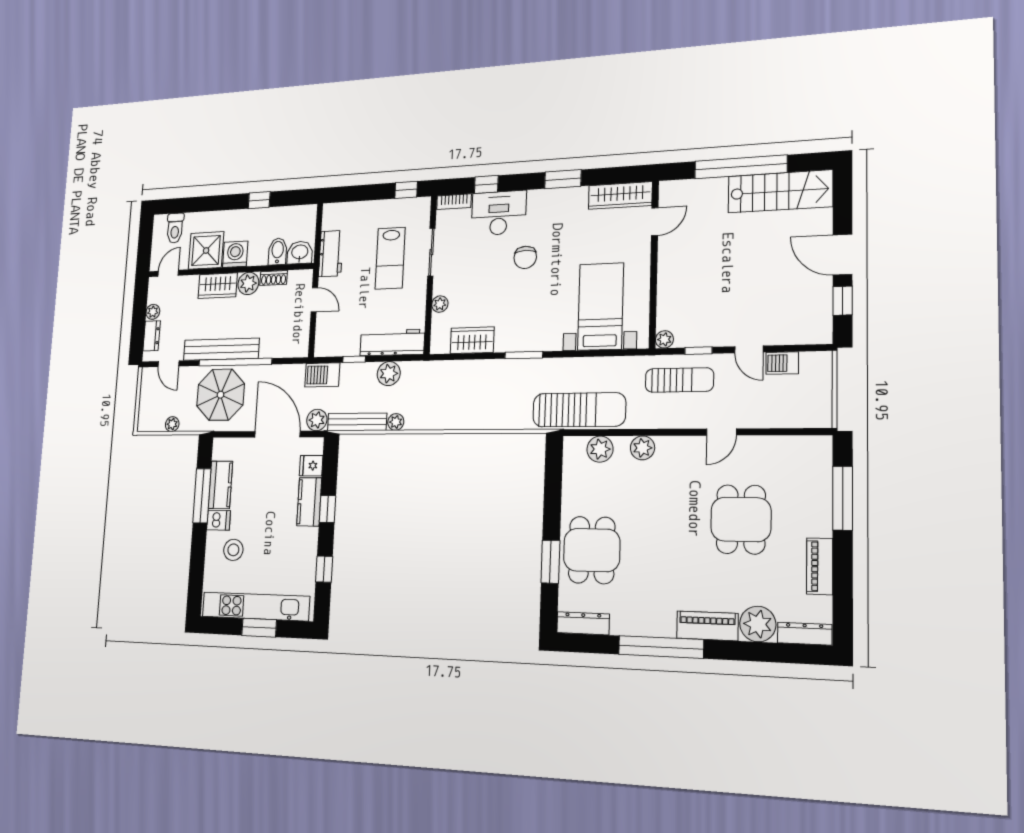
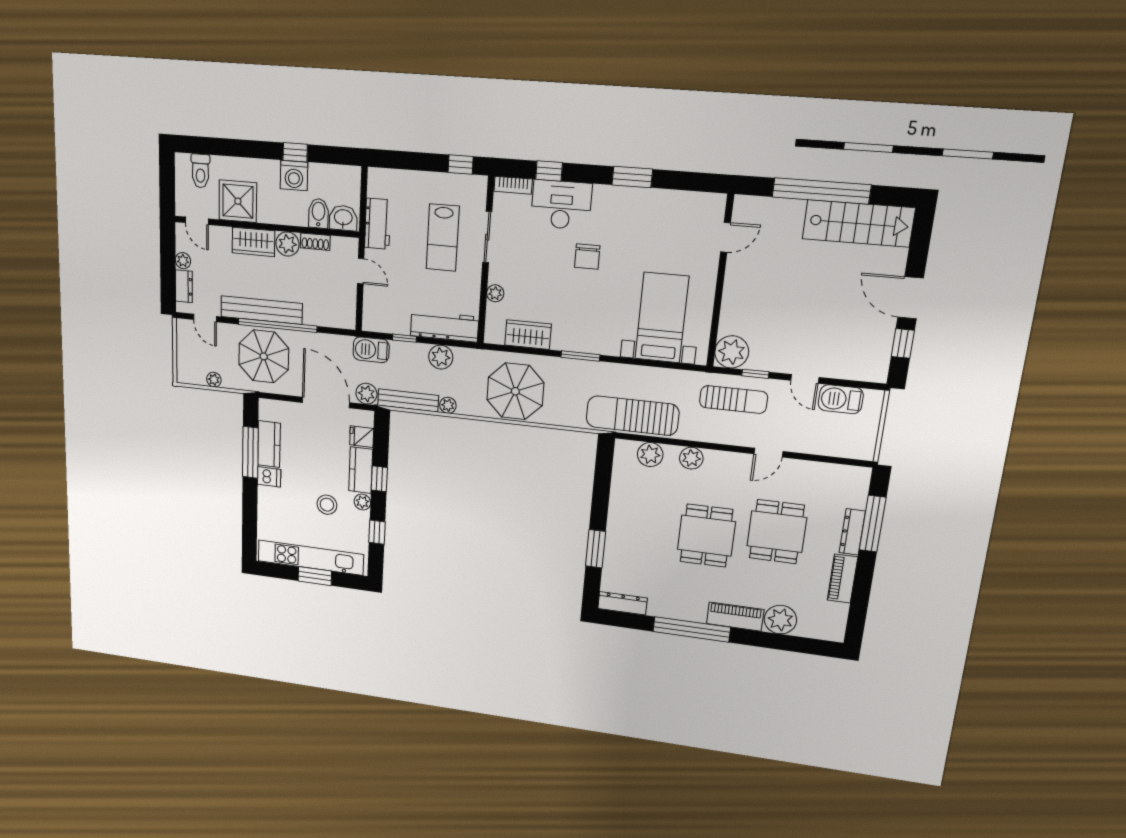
wardrobe: (620, 196) -> (692, 204), removed
washing machine: (235, 254) -> (294, 175), moved, turned 180
door: (168, 273) -> (197, 221), swing flipped
plant: (664, 339) -> (732, 352), width x1.88, depth x1.88
barbecue: (782, 363) -> (841, 399), width x1.38, depth x1.27
parasol: (462, 399) -> (515, 391), added
sun lounger: (579, 410) -> (632, 416), turned 180
plant: (310, 537) -> (362, 502), added
stool: (233, 550) -> (327, 505), moved
dining table: (592, 550) -> (706, 536), moved
dresser: (805, 634) -> (852, 532), moved, turned -90

